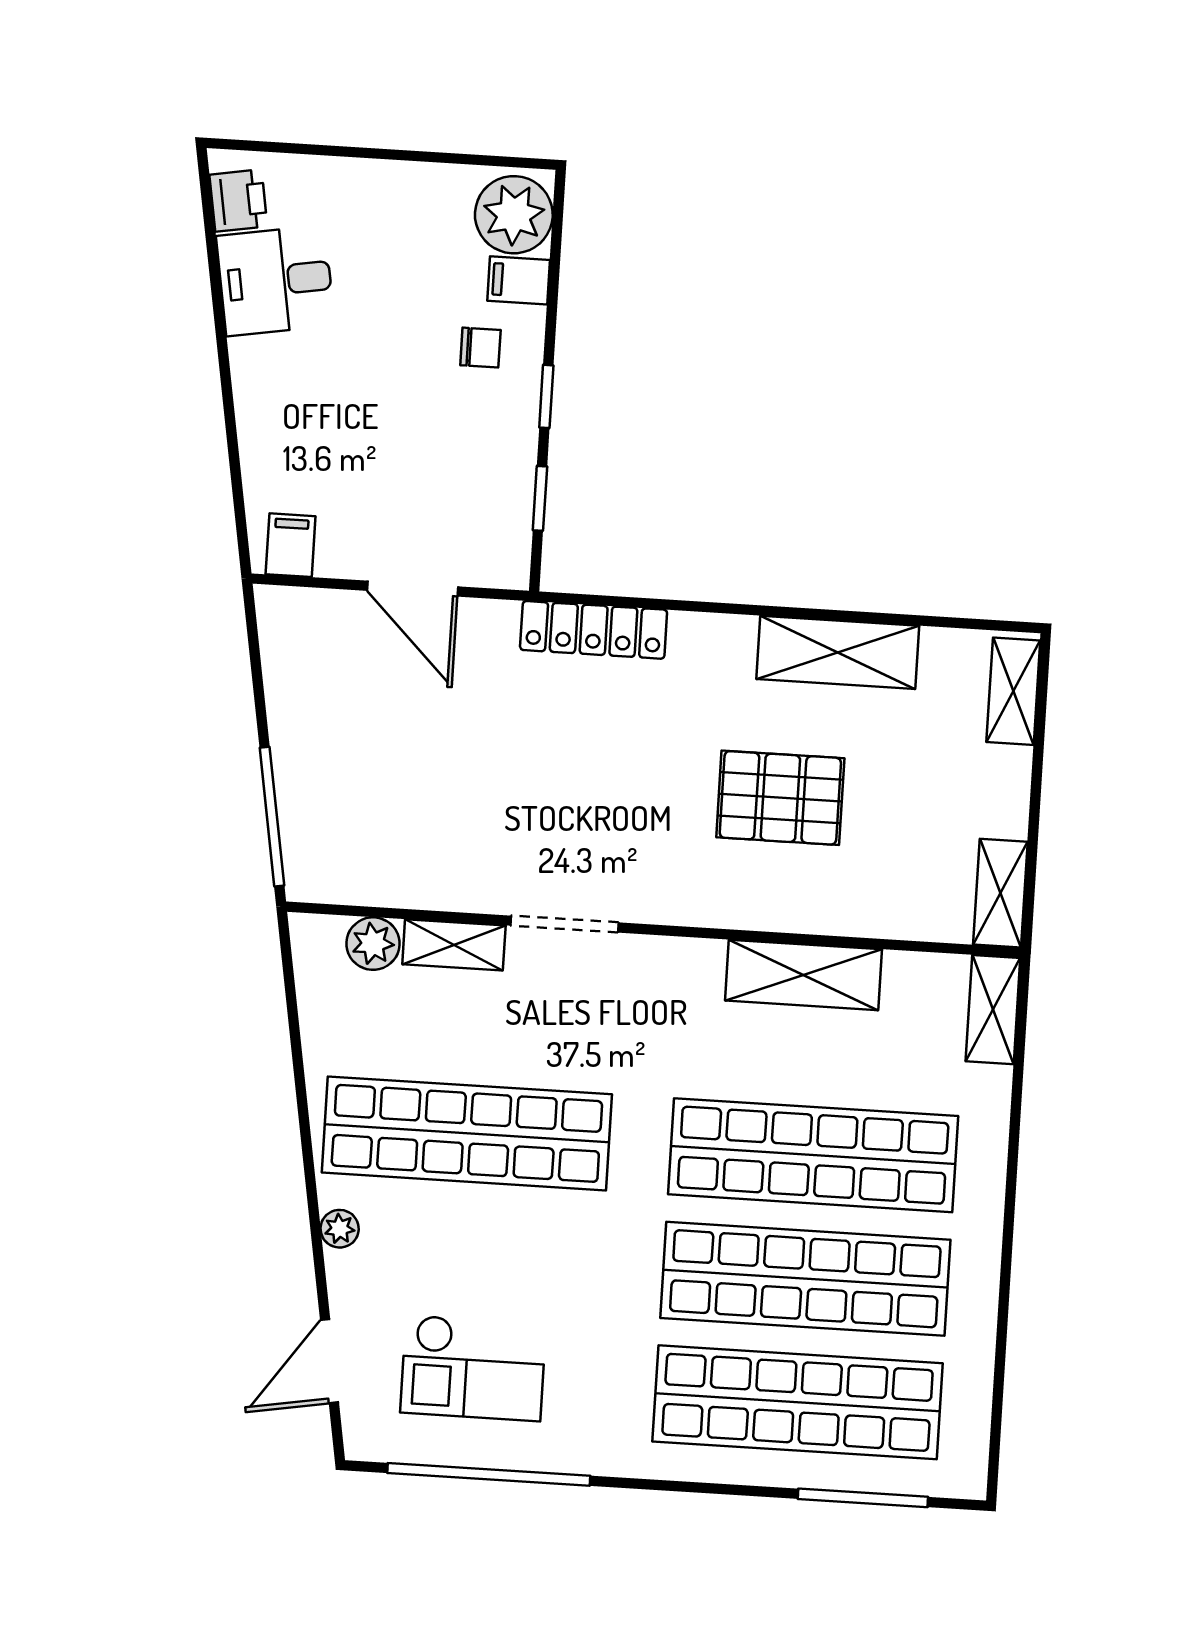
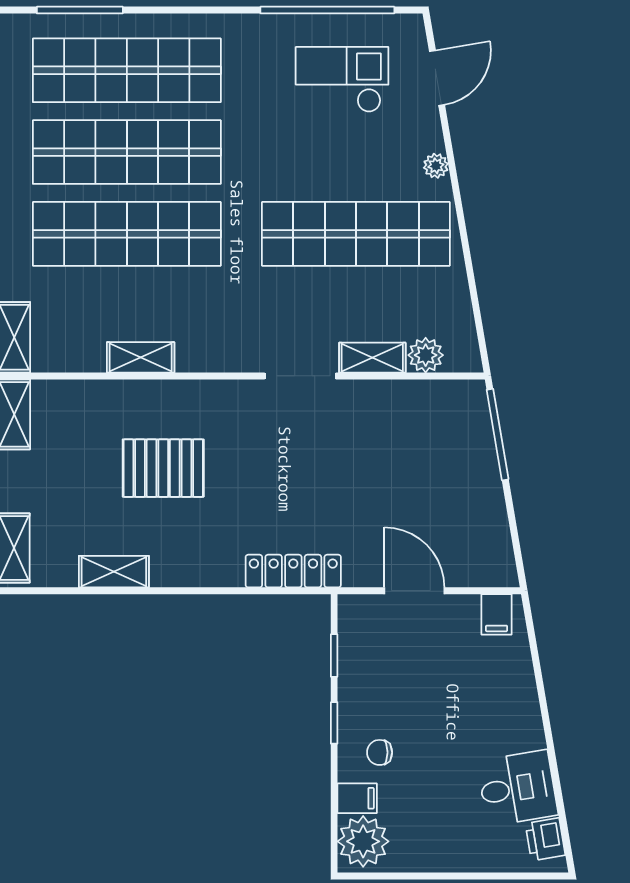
shelving: (838, 652) -> (114, 572), width x0.67, depth x0.75
shelving: (804, 975) -> (141, 357), width x0.67, depth x0.75

